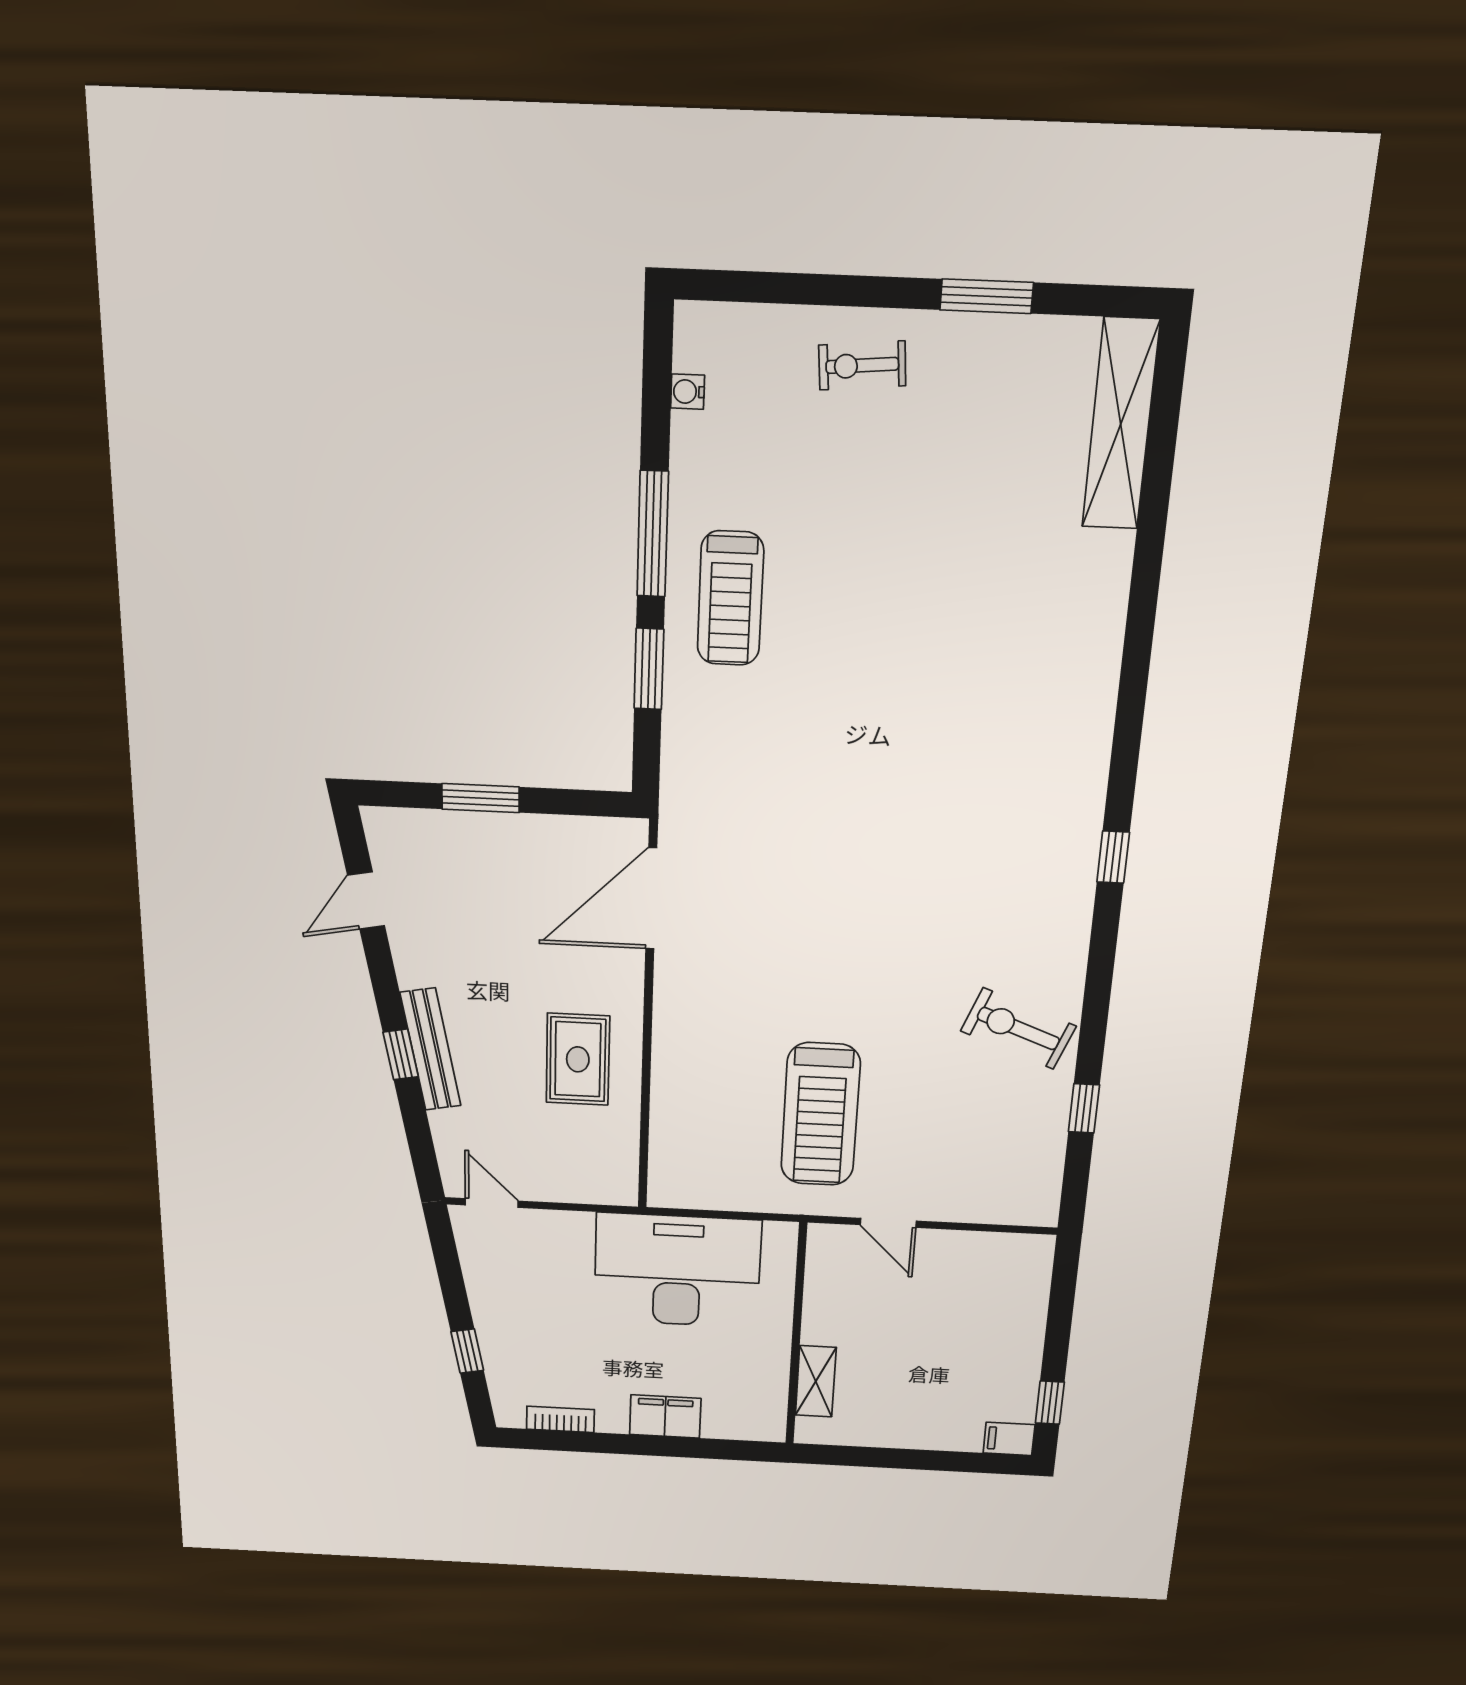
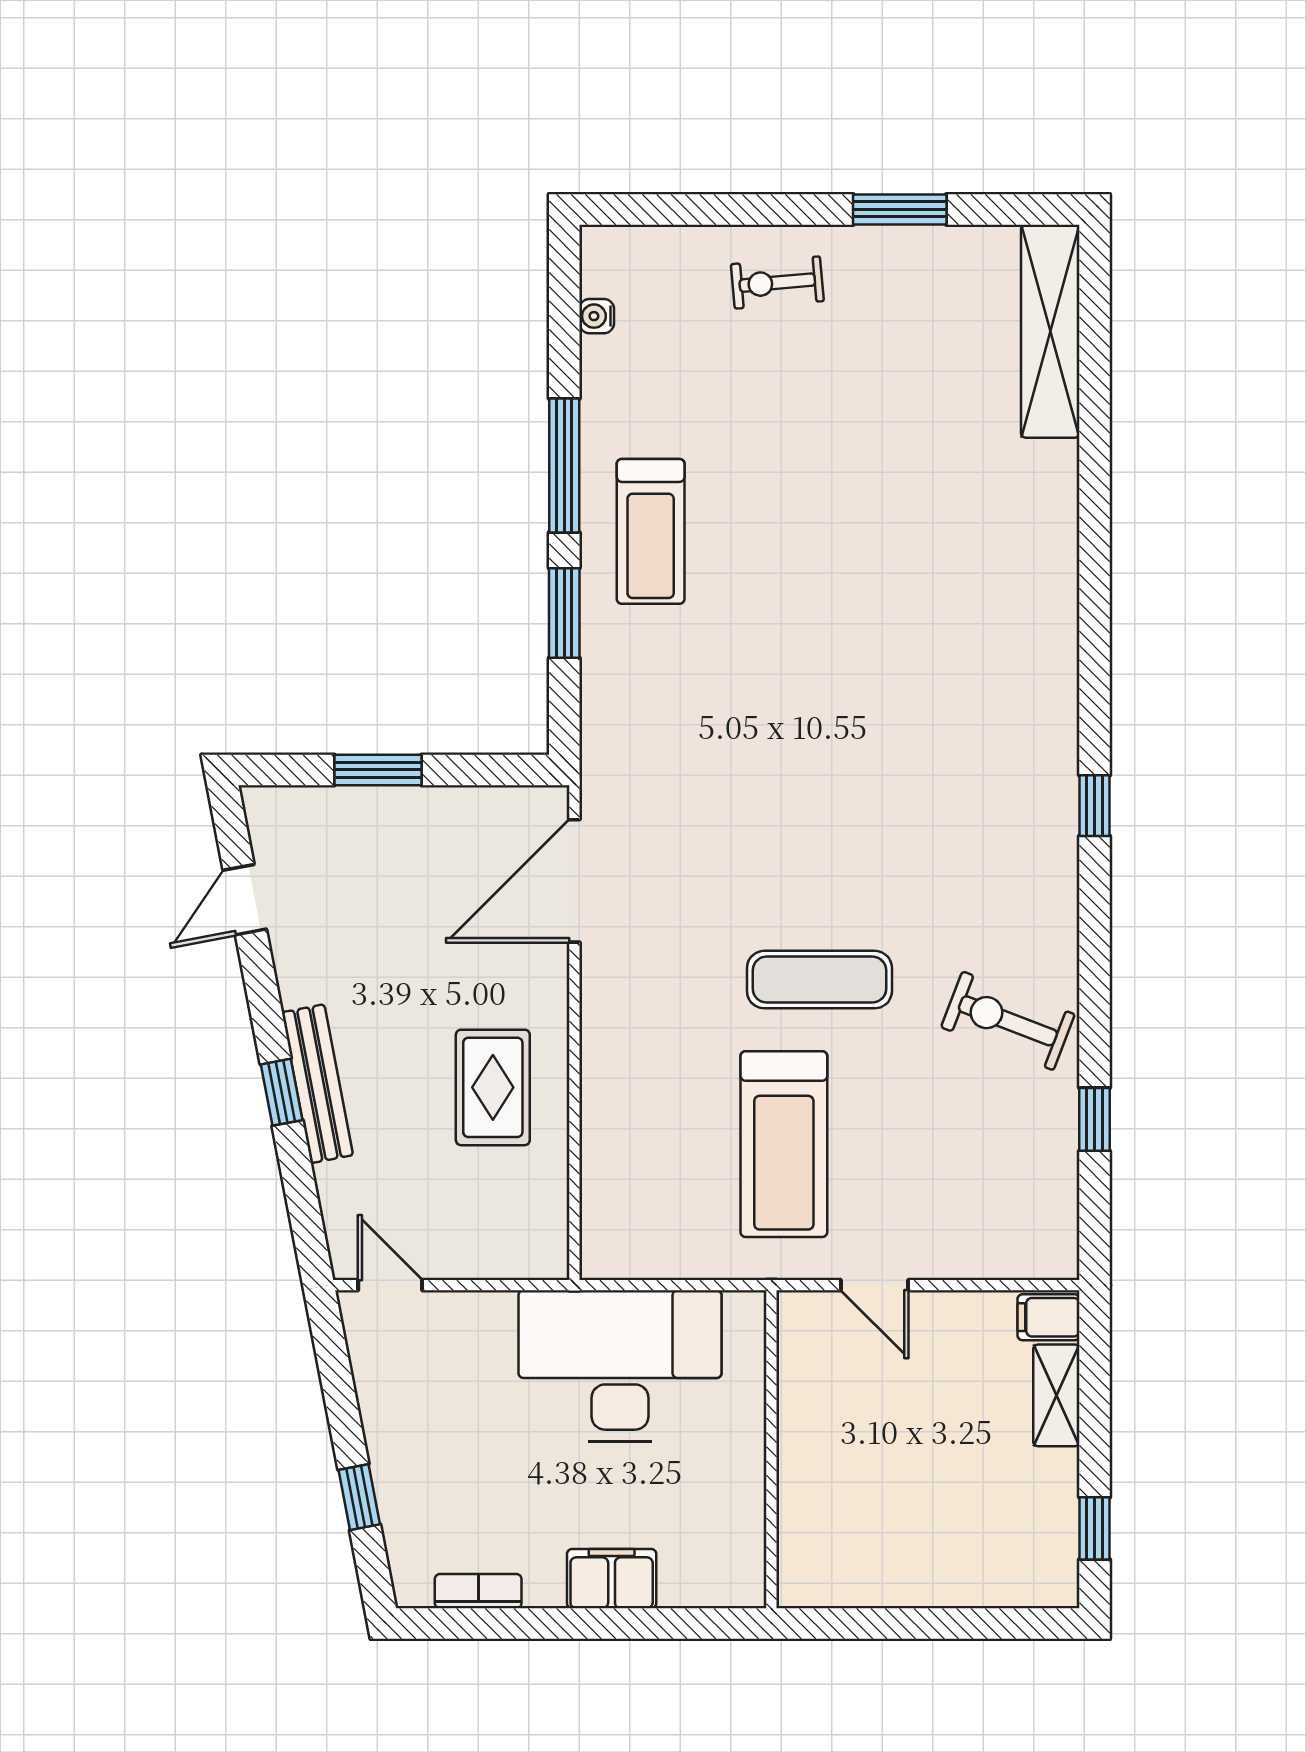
exercise mat: (859, 988) -> (819, 980), added
shelving: (816, 1381) -> (1056, 1395), moved
filing cabinet: (1009, 1439) -> (1049, 1317), moved

